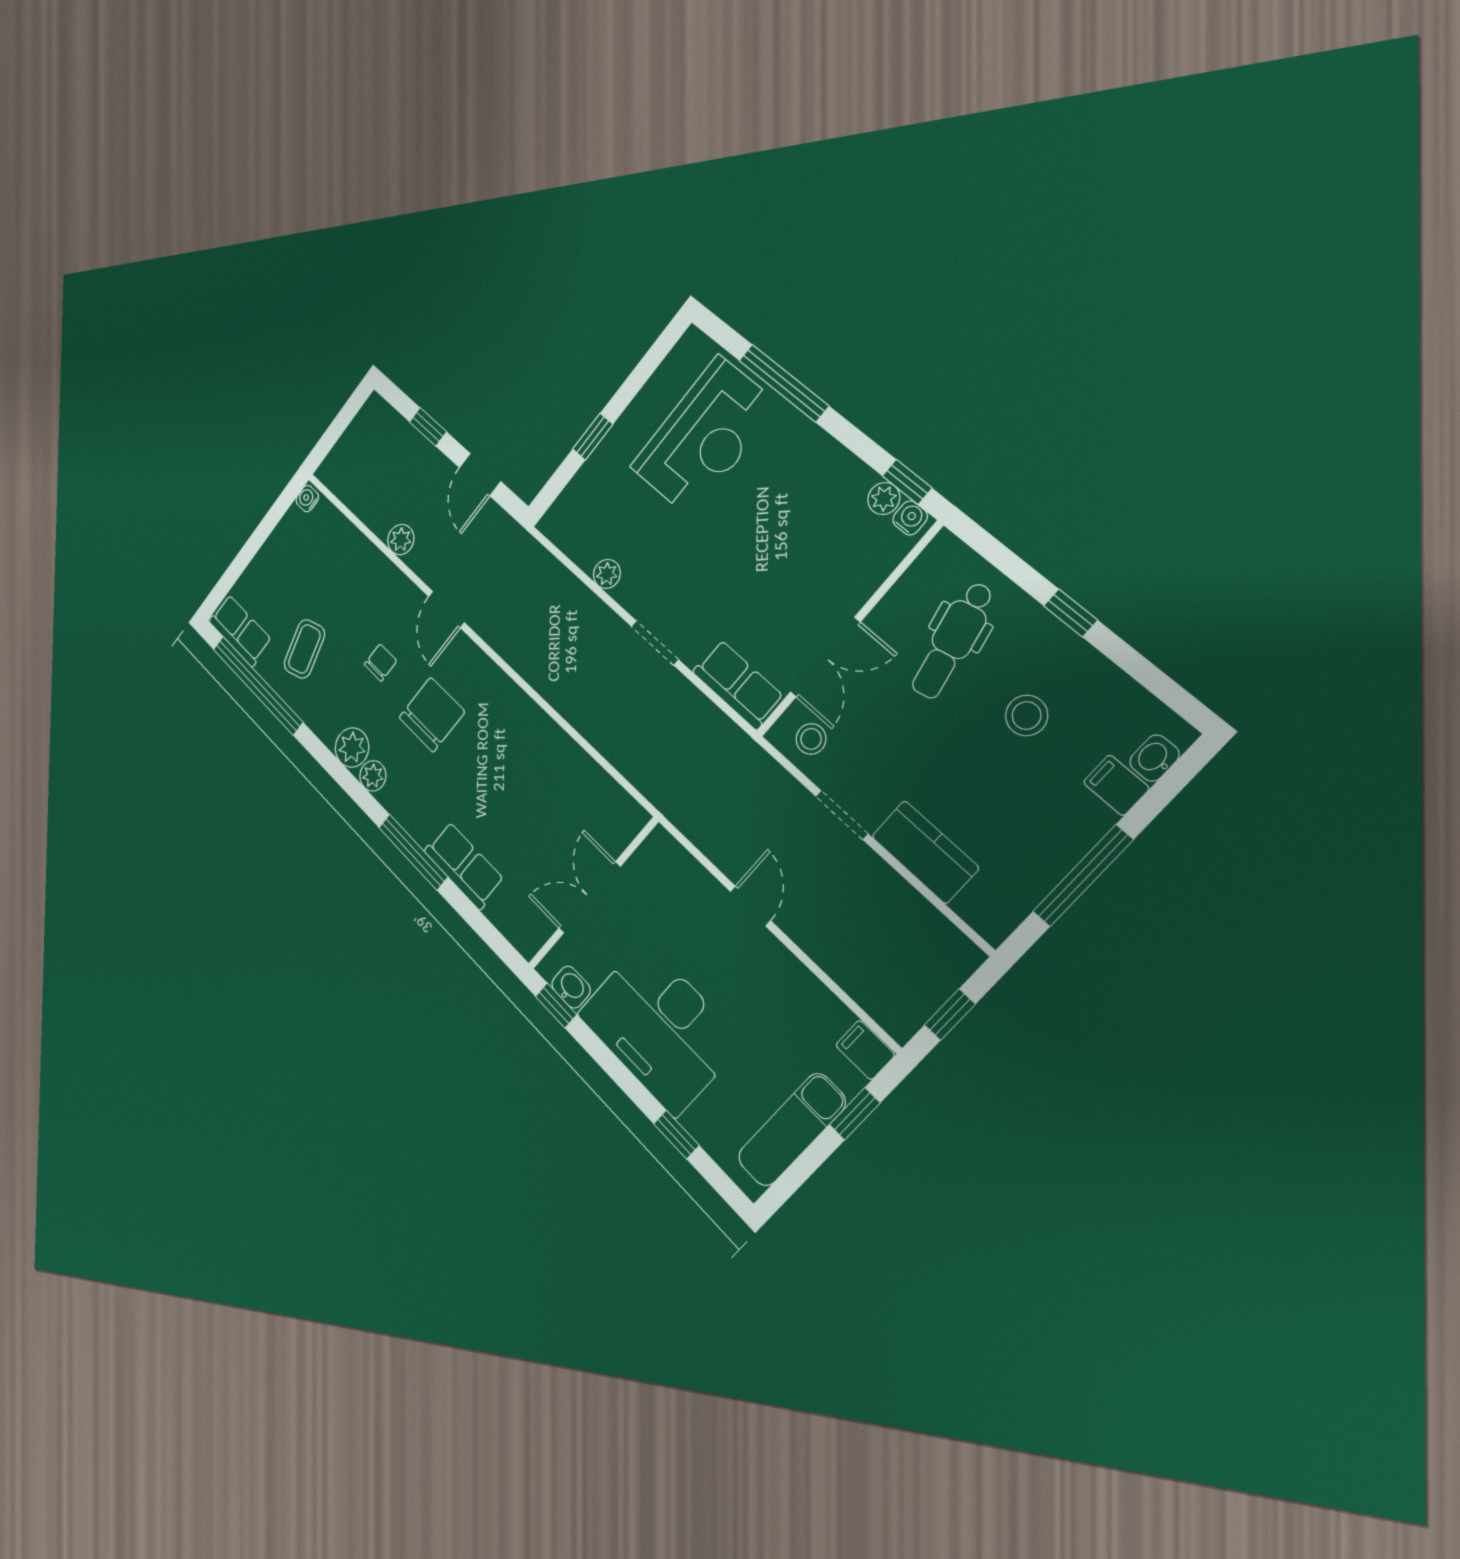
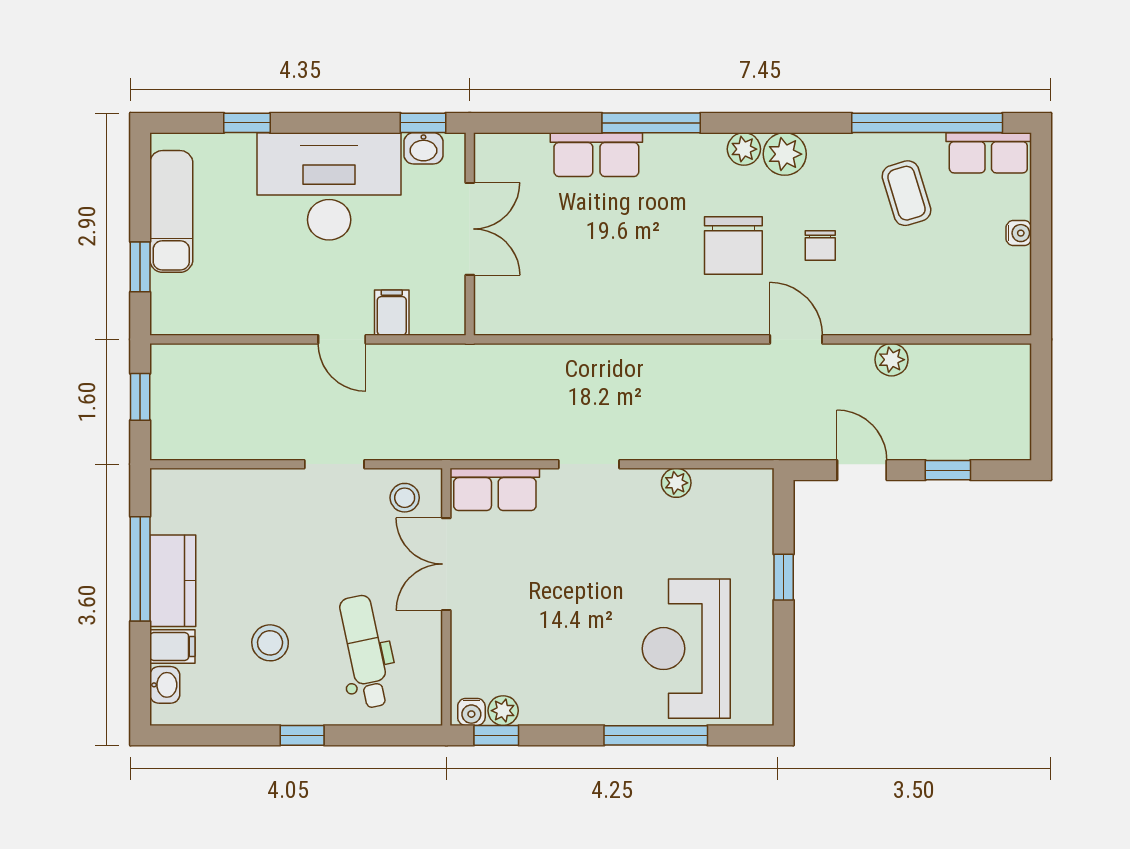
water cooler: (307, 499) -> (1019, 233), moved
kitchen counter: (925, 852) -> (173, 581), moved, turned -90
filing cabinet: (865, 1050) -> (392, 313), moved, turned -90

